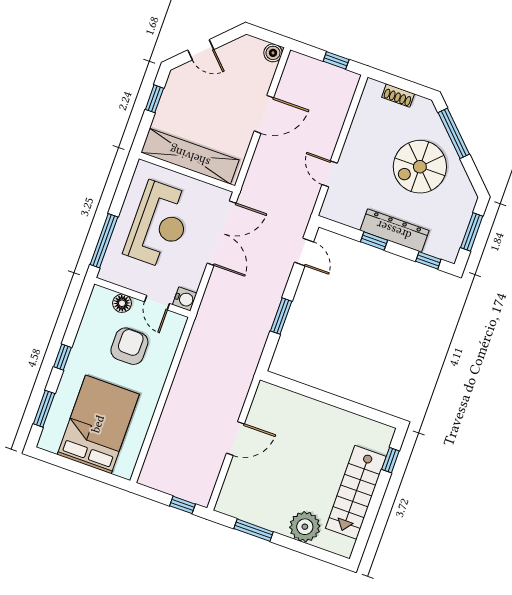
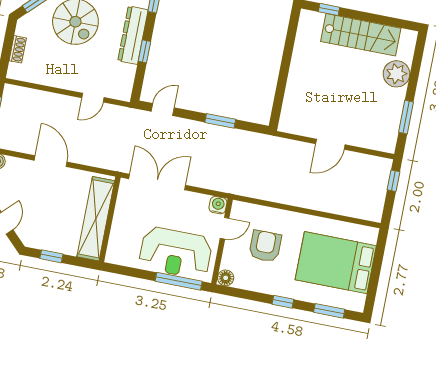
reception desk: (159, 225) -> (176, 253), moved, turned 180
floor lamp: (122, 303) -> (226, 278), moved
armchair: (129, 346) -> (265, 246), turned 90
door: (235, 439) -> (330, 144), swing flipped

